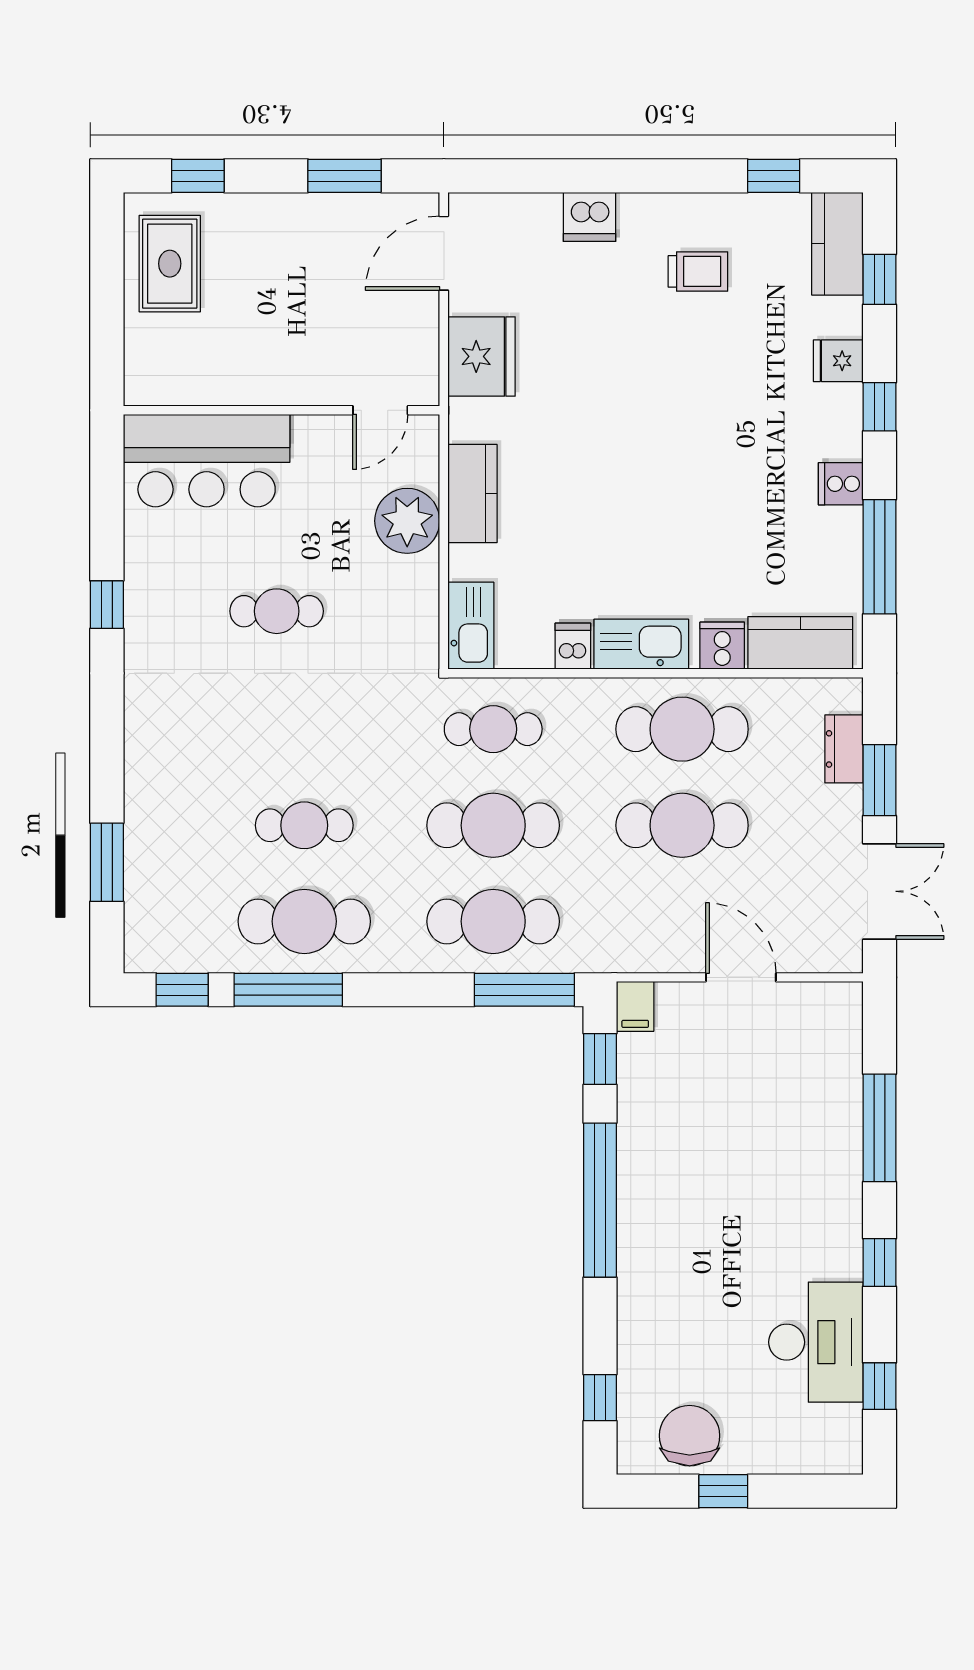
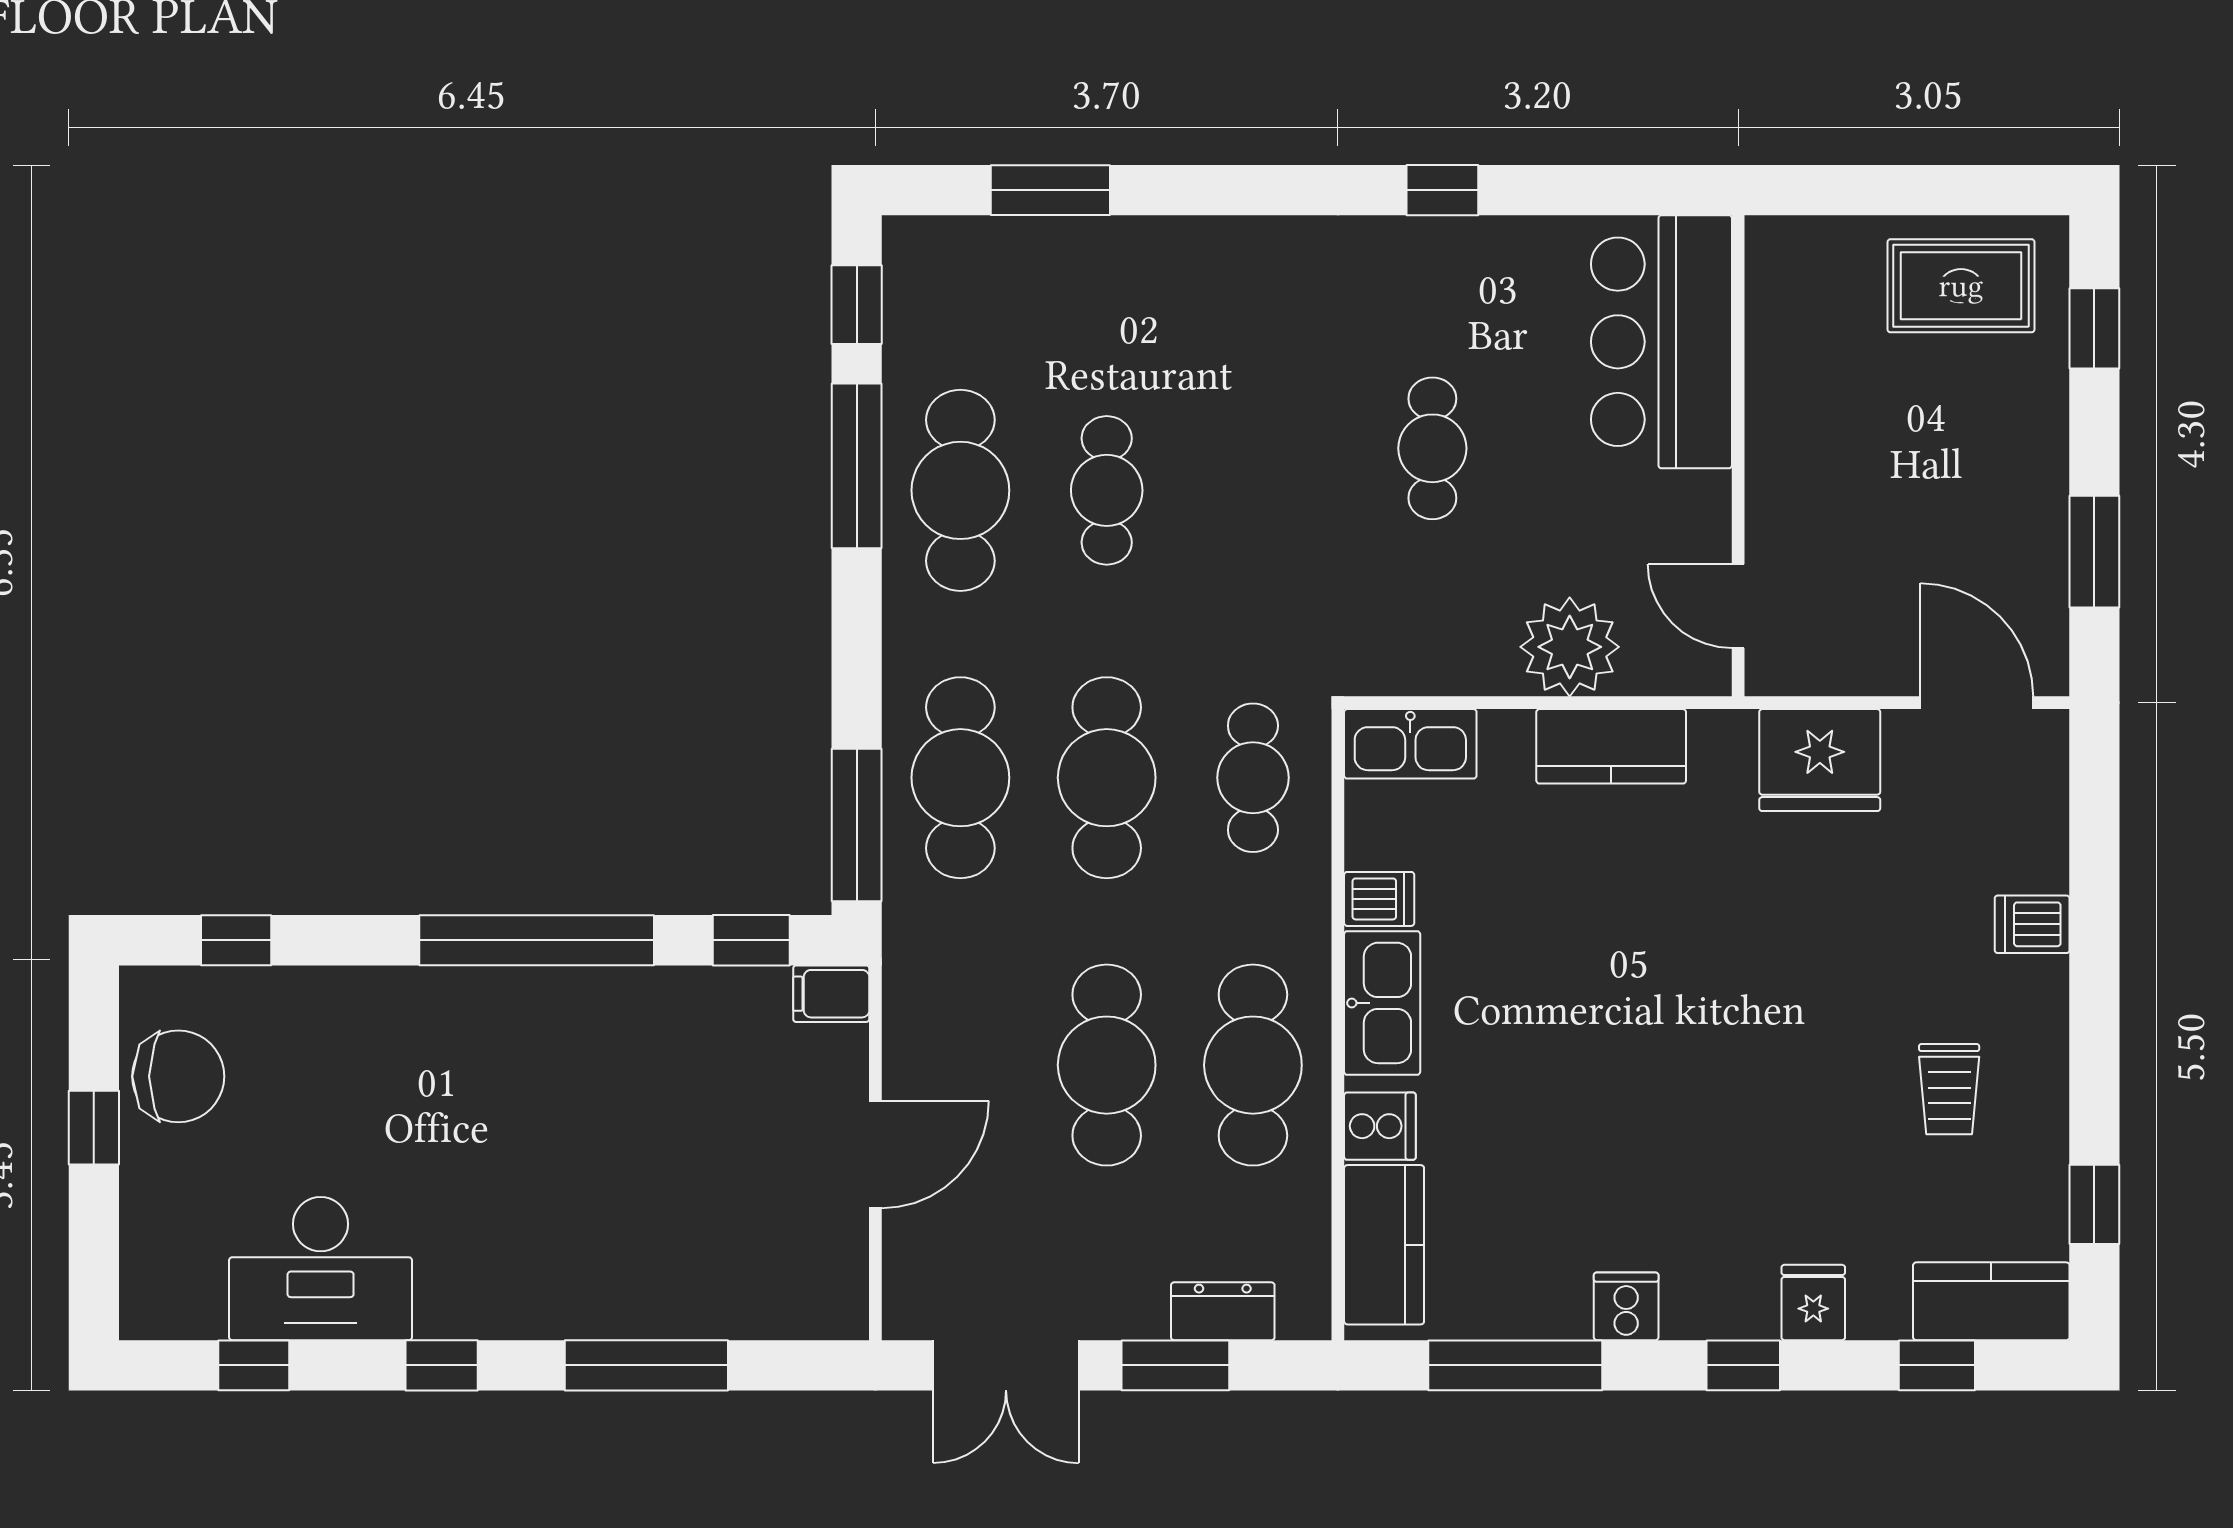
dishwasher: (590, 217) -> (2032, 924), width x0.73

